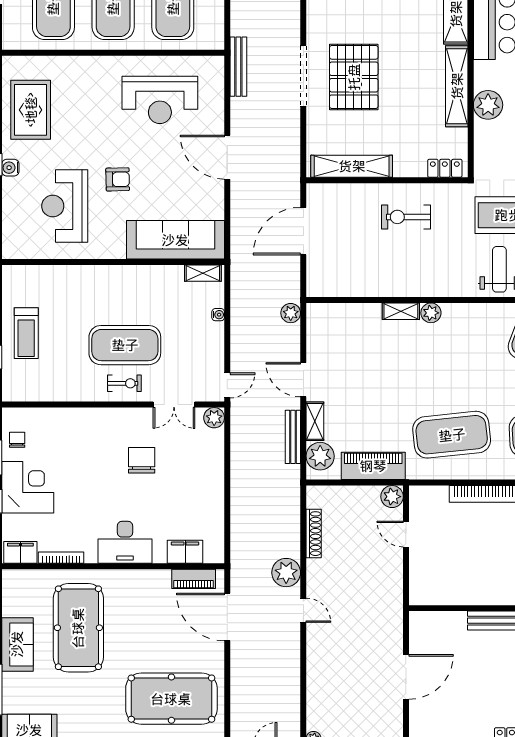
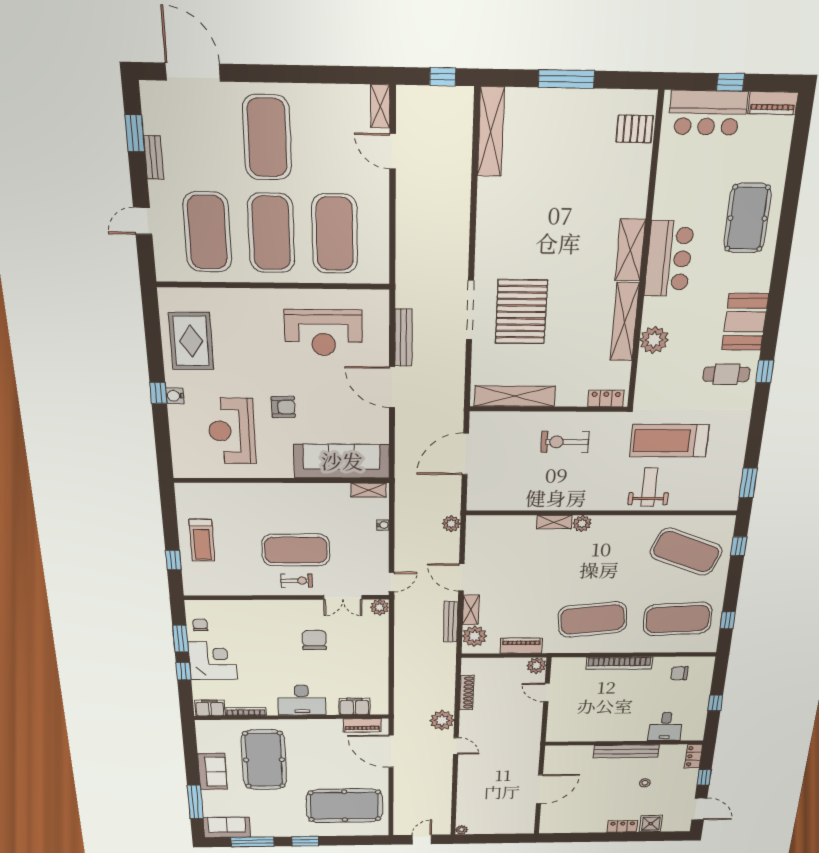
bench: (238, 67) -> (403, 338), moved
piano: (373, 466) -> (521, 646), width x0.73, depth x0.75

